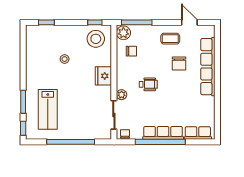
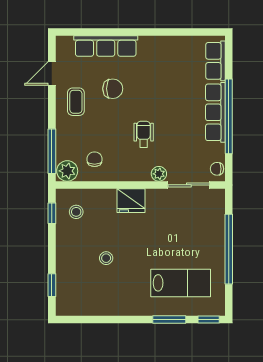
stool: (96, 39) -> (76, 212), width x0.53, depth x0.53
row of seats: (208, 67) -> (106, 46), width x0.73

